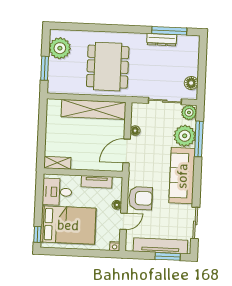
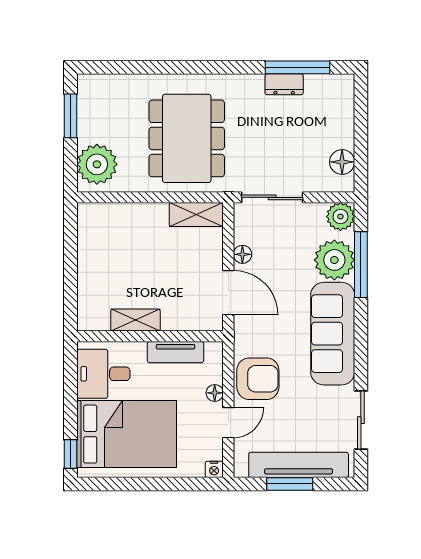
dresser: (162, 40) -> (284, 84), width x0.70
plant: (60, 48) -> (97, 164), moved
window: (45, 68) -> (70, 116), moved
sliding door: (165, 101) -> (272, 197), moved
shelving: (93, 109) -> (196, 215), width x0.45, depth x0.75
door: (127, 151) -> (228, 293), swing flipped
shelving: (57, 163) -> (135, 320), moved
window: (168, 256) -> (290, 484), moved

